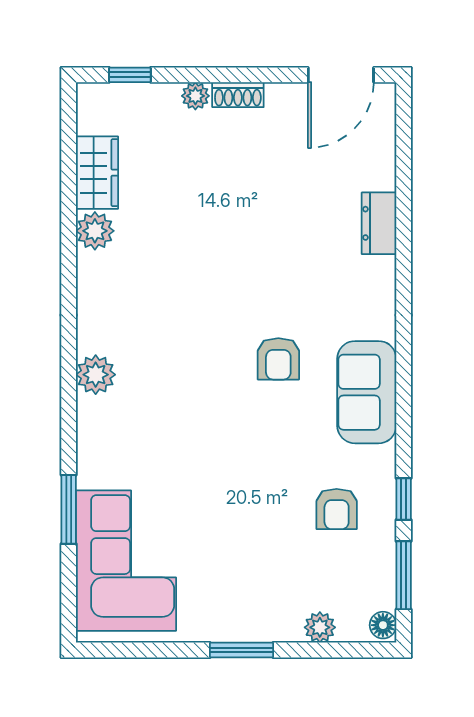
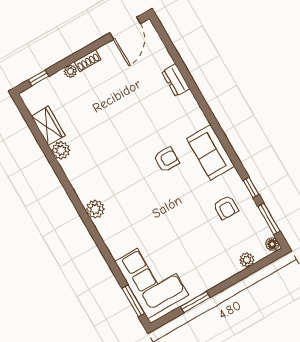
armchair: (278, 359) -> (166, 160), turned -90
window: (69, 509) -> (133, 301), moved
window: (242, 650) -> (195, 302), moved

